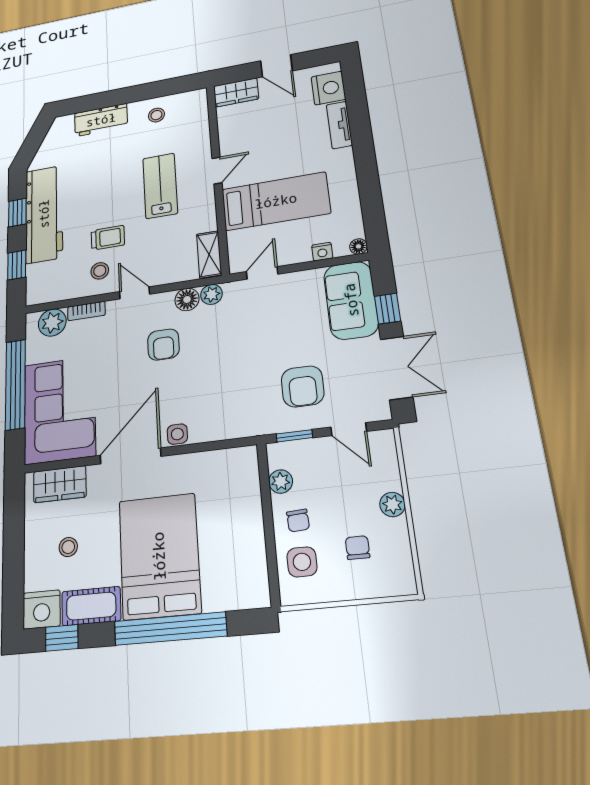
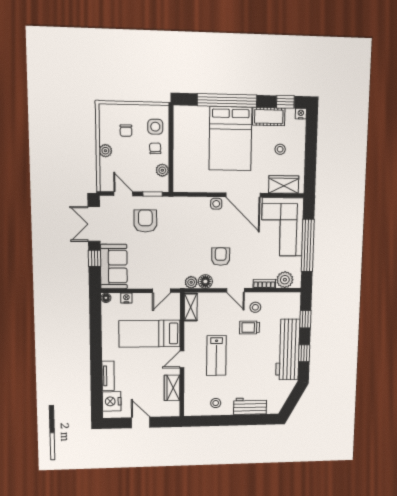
wardrobe: (236, 92) -> (172, 388), moved, turned -90
door: (130, 456) -> (243, 195), hinge flipped
nightstand: (42, 610) -> (301, 114), width x0.53, depth x0.56

